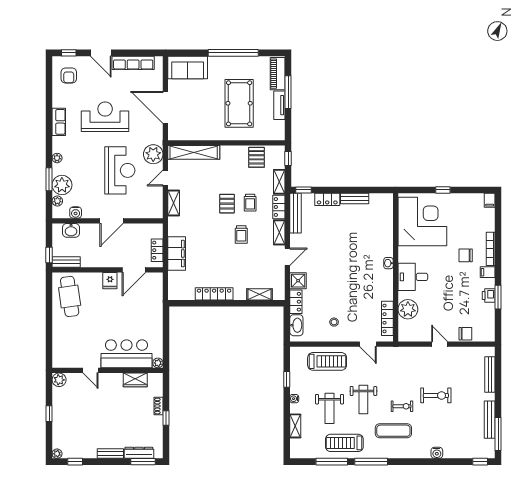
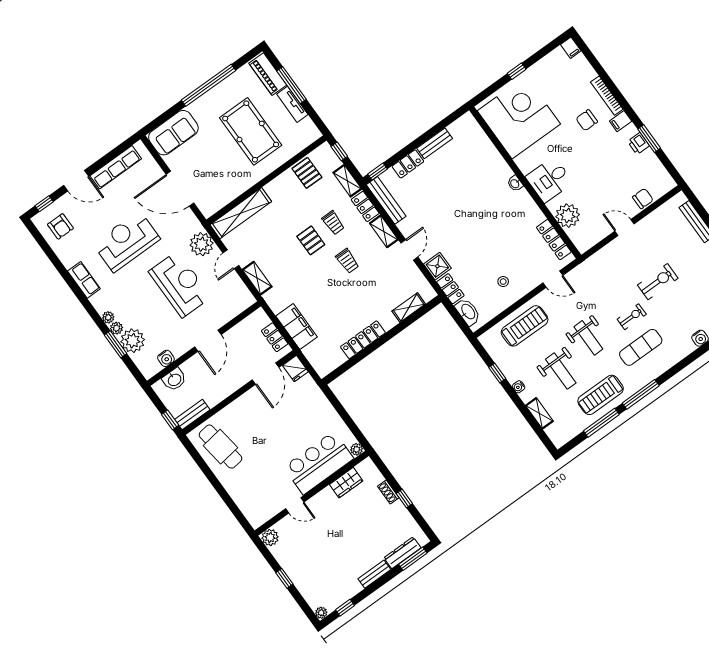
plant: (57, 201) -> (116, 328), moved
fridge: (110, 281) -> (295, 369), moved

